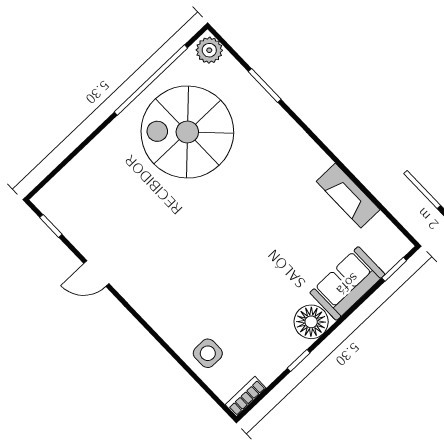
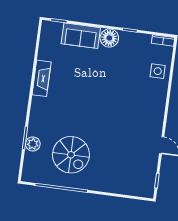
plant: (209, 50) -> (33, 144), moved
spiral stairs: (187, 132) -> (71, 155), width x0.73, depth x0.73
fireplace: (348, 196) -> (42, 78), moved

